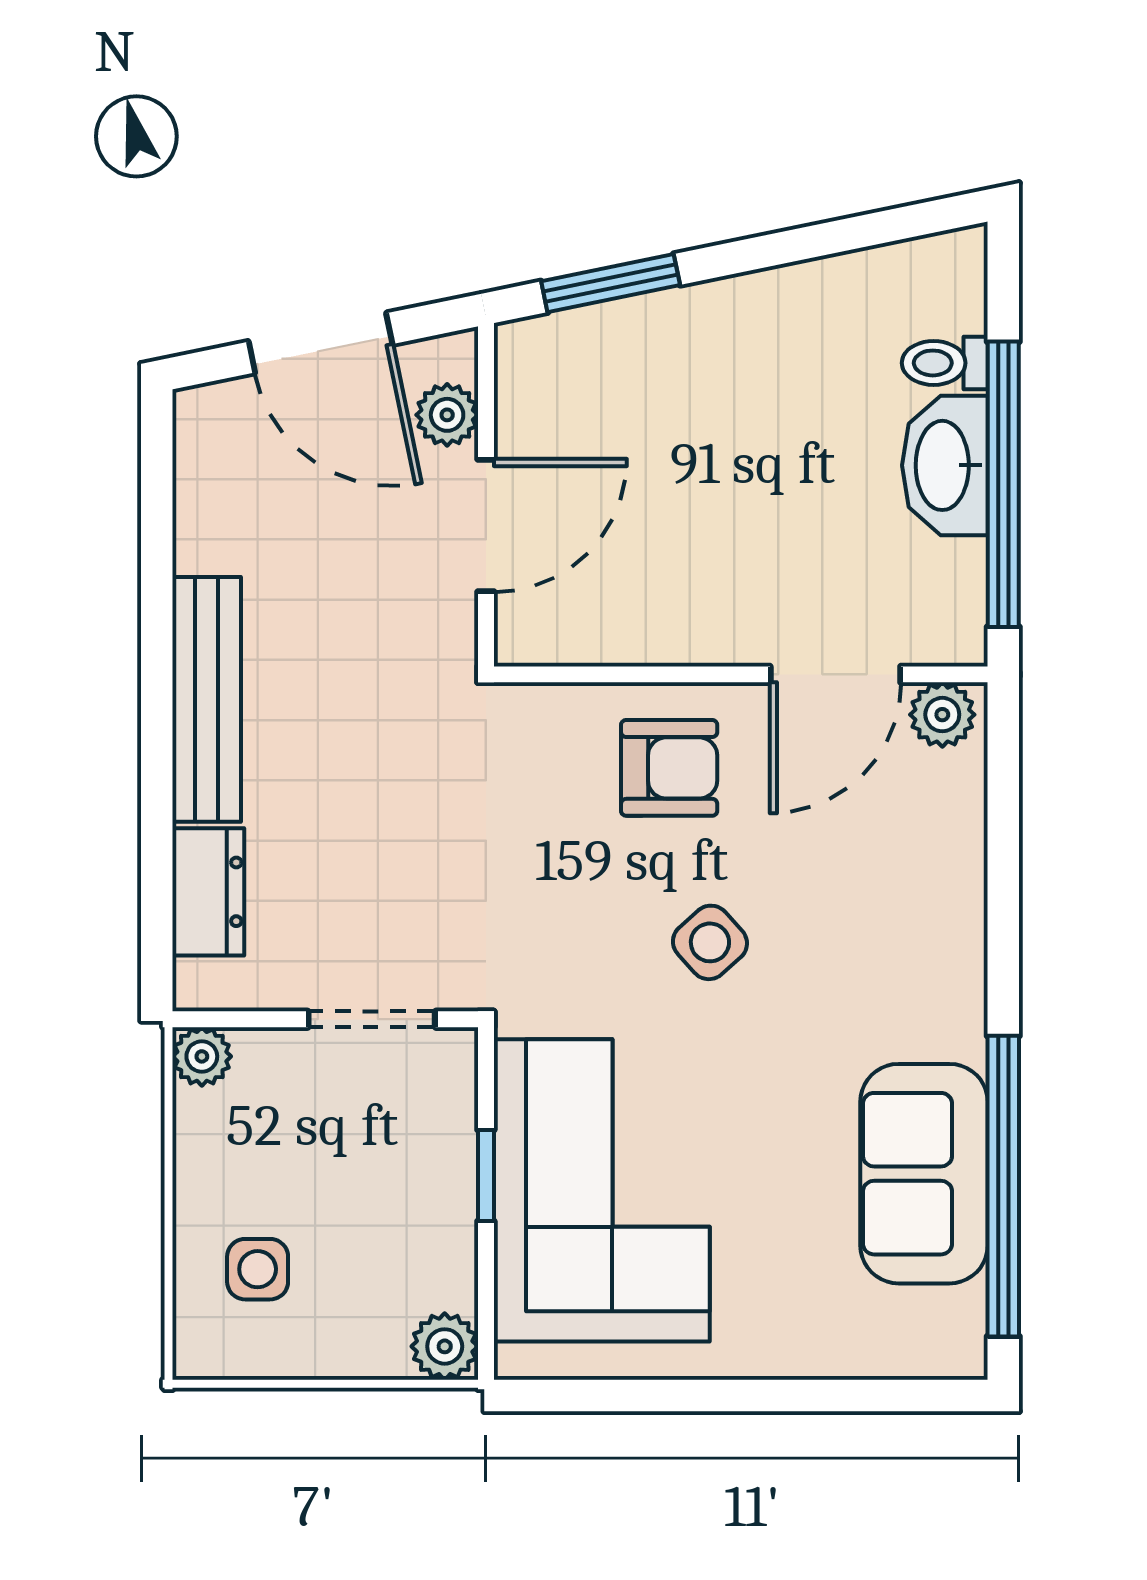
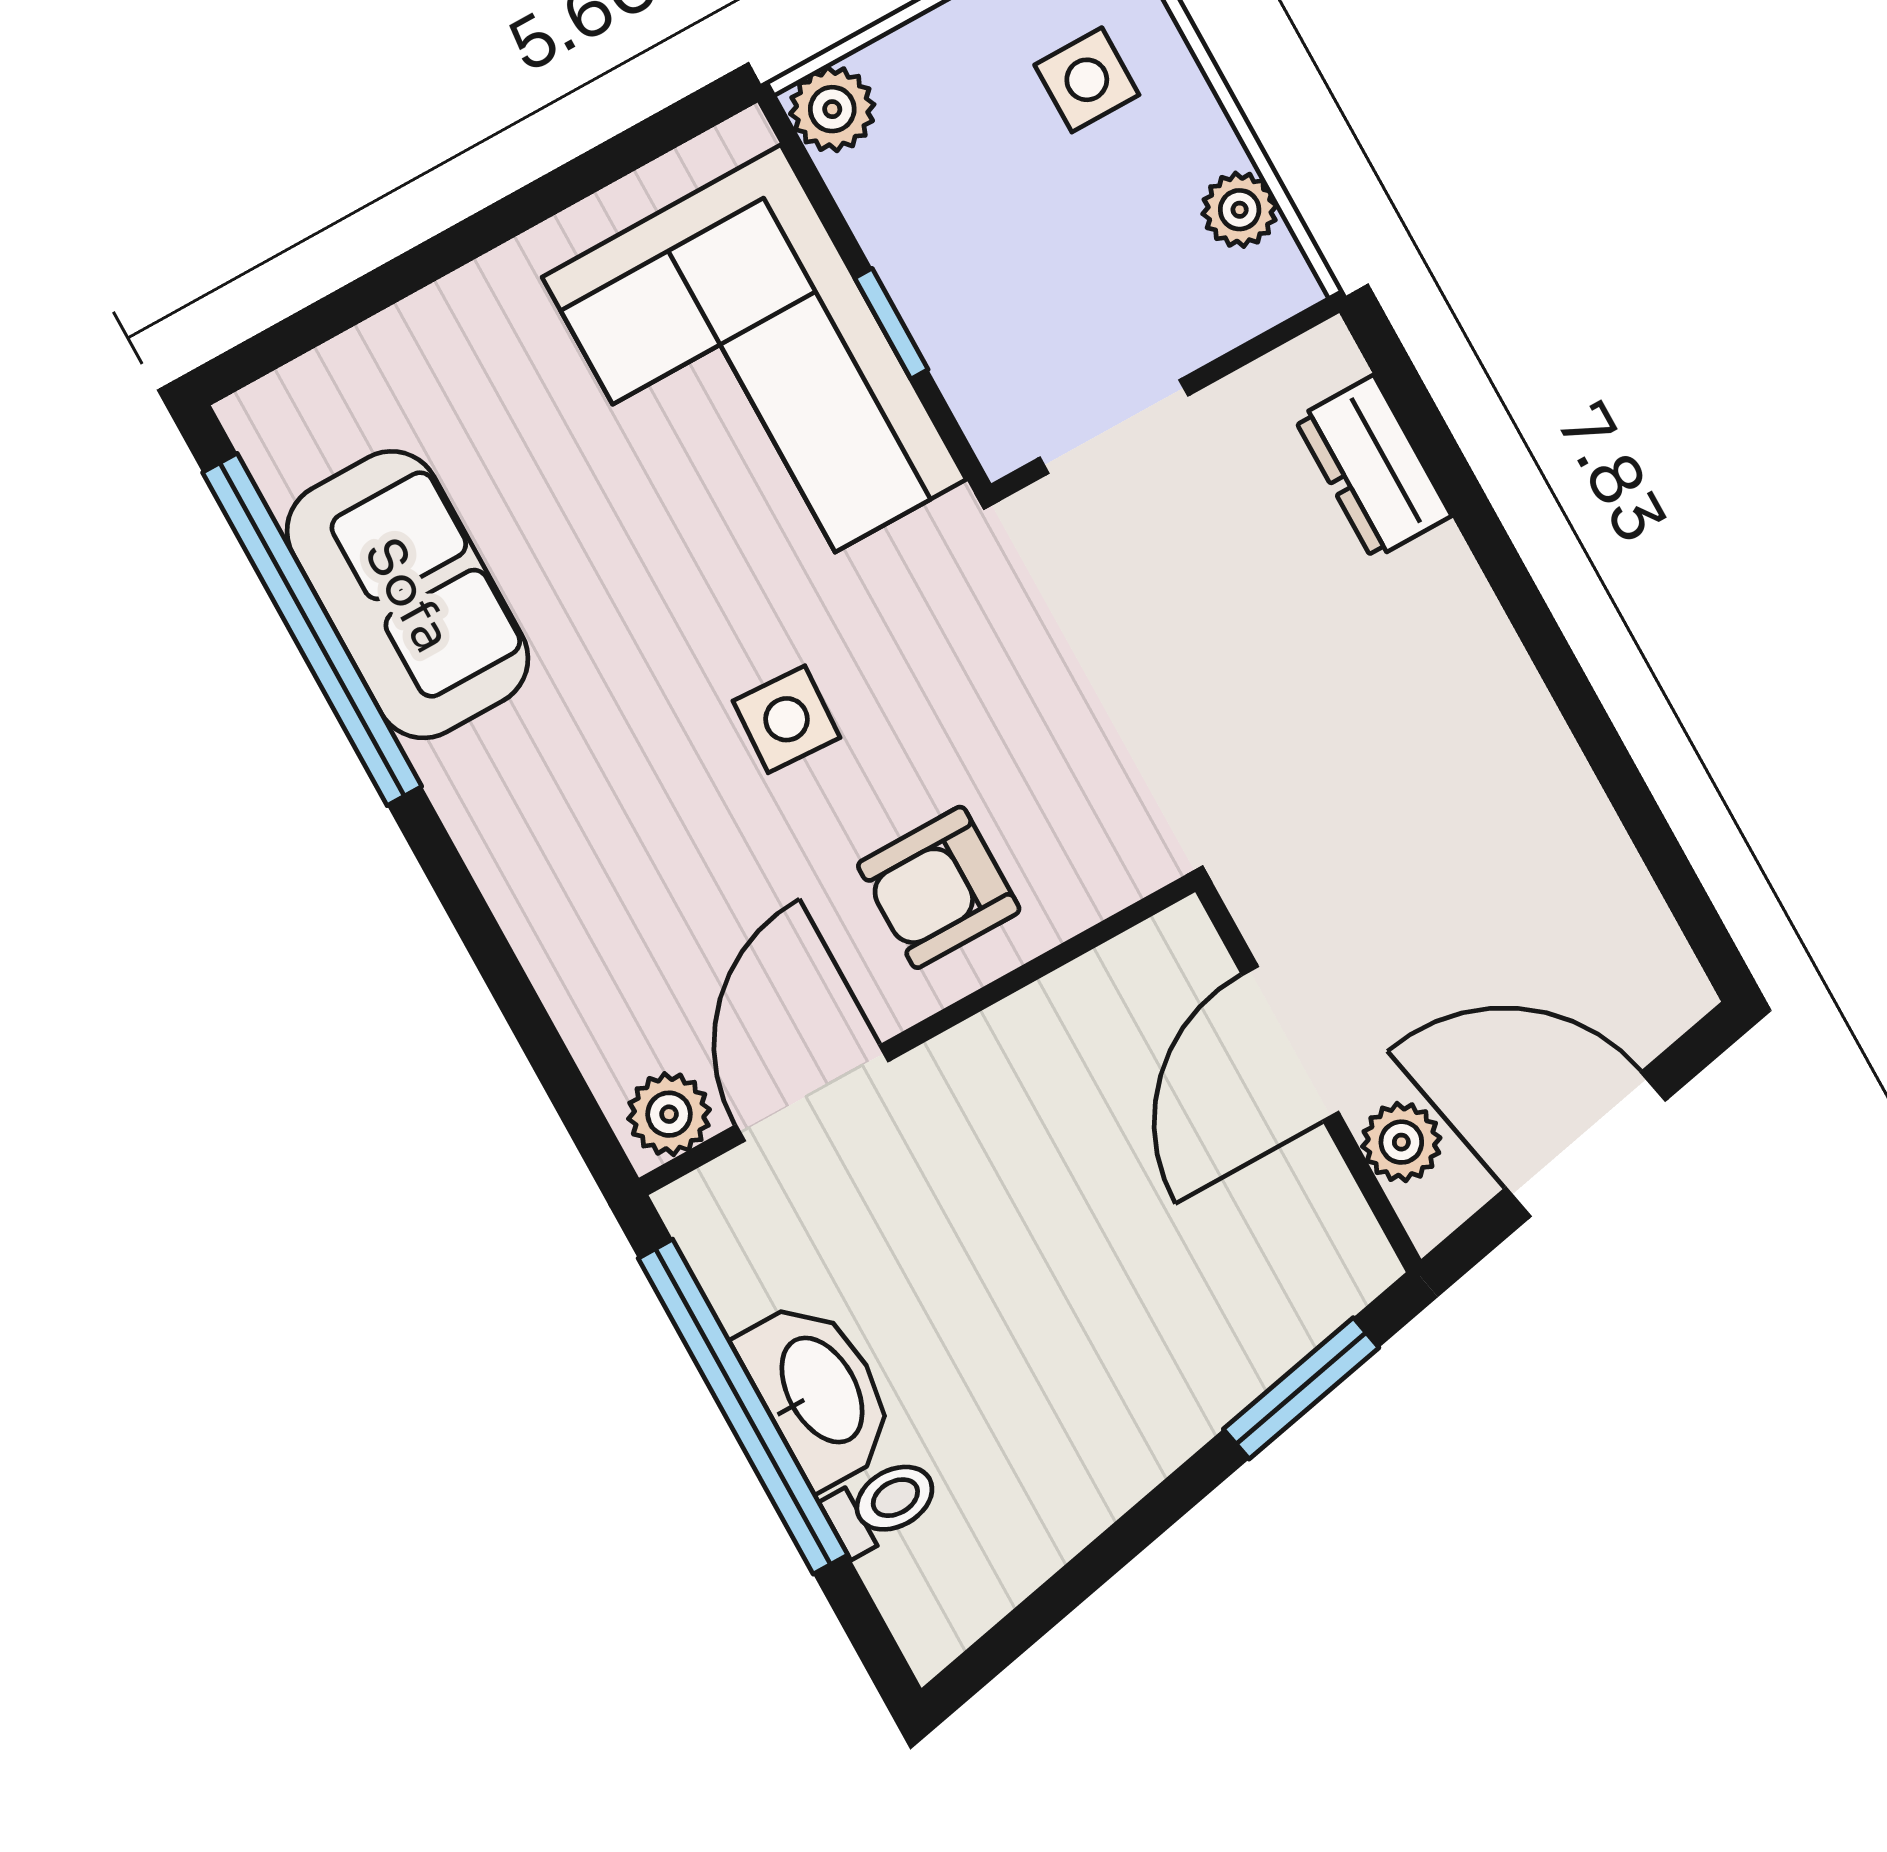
bench: (207, 699) -> (1493, 680), removed
side table: (710, 942) -> (786, 719), turned 45
plant: (202, 1056) -> (1240, 210), moved

